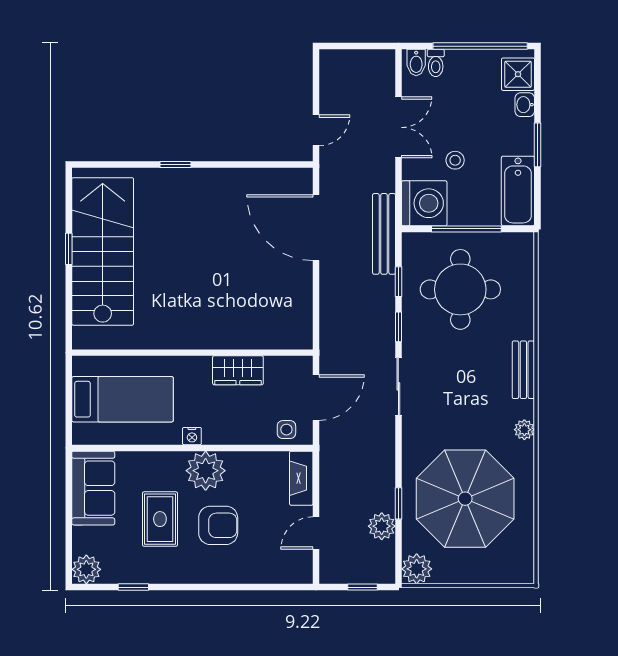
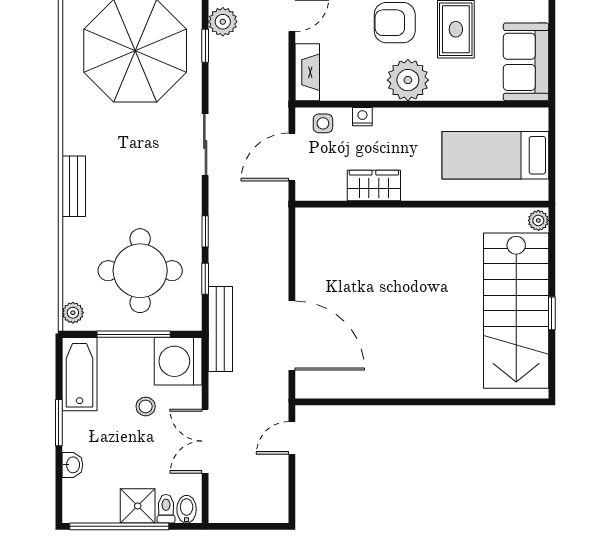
shower: (518, 74) -> (138, 506), moved
window: (175, 165) -> (440, 402), removed
plant: (82, 337) -> (538, 220), added
sliding door: (398, 386) -> (205, 145), moved
plant: (524, 430) -> (73, 313), moved
nightstand: (192, 436) -> (362, 117), moved

